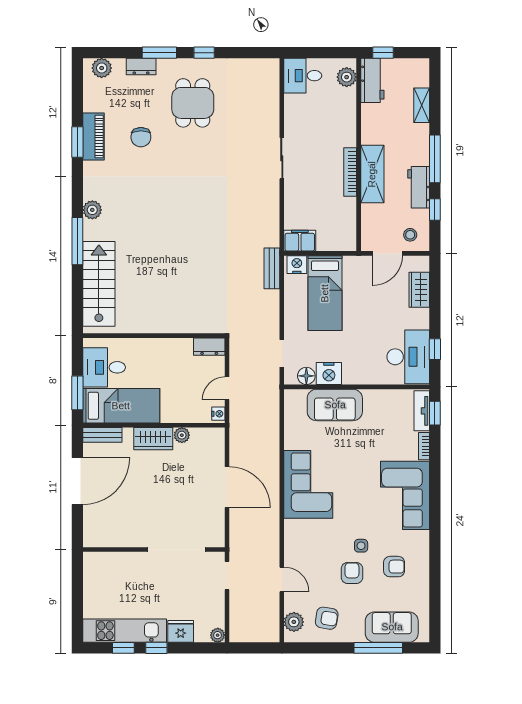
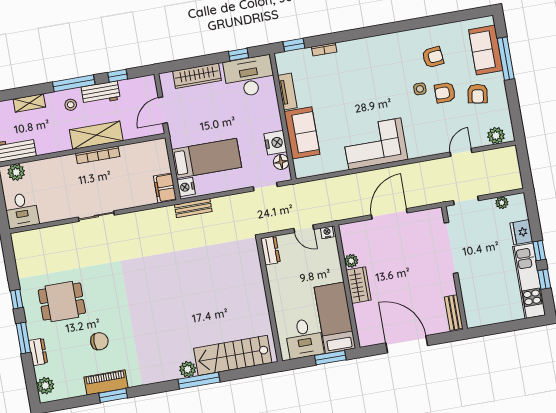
plant: (92, 210) -> (188, 369), moved
stool: (410, 235) -> (71, 105), moved
door: (387, 253) -> (163, 110), swing flipped
wardrobe: (419, 290) -> (197, 76), width x1.50
tv unit: (422, 411) -> (287, 92), moved, turned -90
bench: (102, 435) -> (454, 313), moved
corner sofa: (405, 495) -> (370, 58), removed
armchair: (394, 567) -> (433, 57), turned 84
armchair: (327, 618) -> (478, 94), moved, turned 180
plant: (218, 635) -> (502, 203), moved

